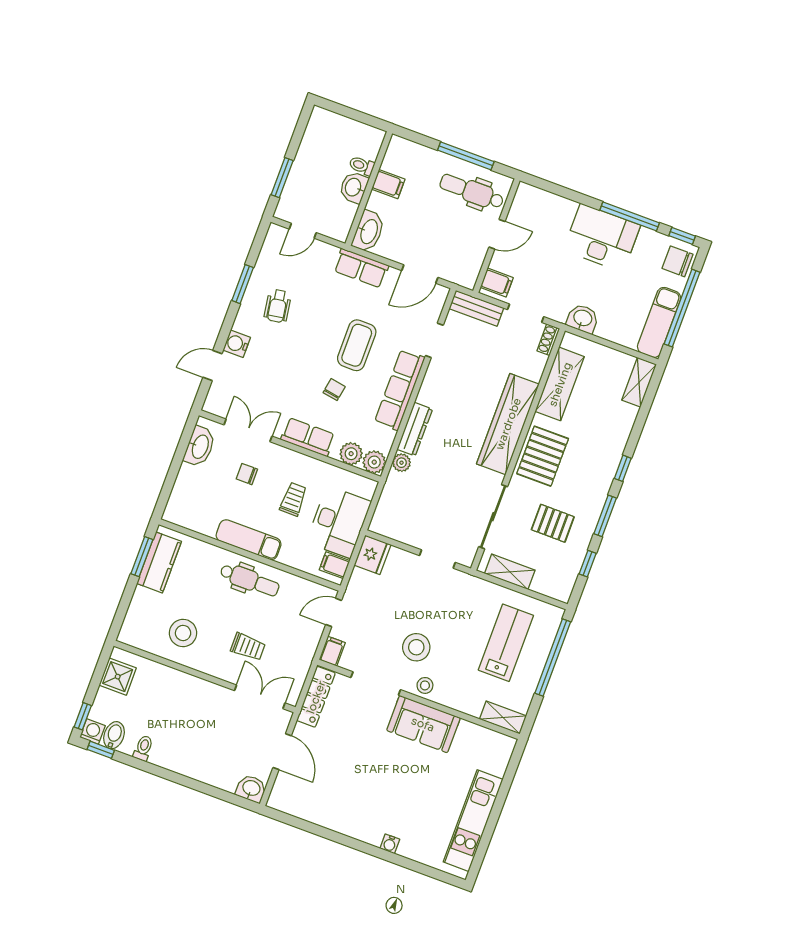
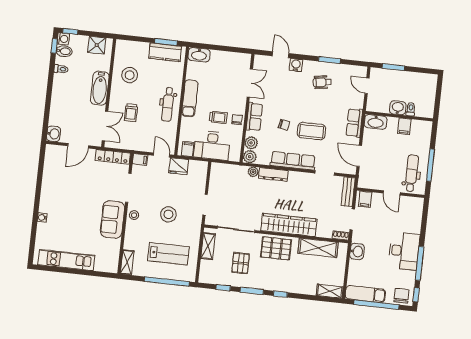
washbasin: (200, 446) -> (199, 55), moved
chair: (247, 474) -> (237, 120), moved
fridge: (372, 555) -> (179, 166), moved
stool: (416, 647) -> (168, 214), moved
bathtub: (193, 690) -> (100, 88), added

